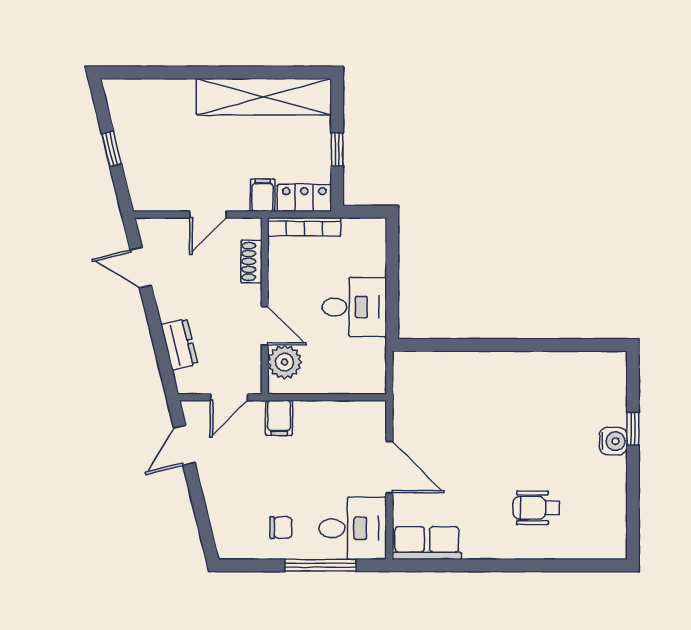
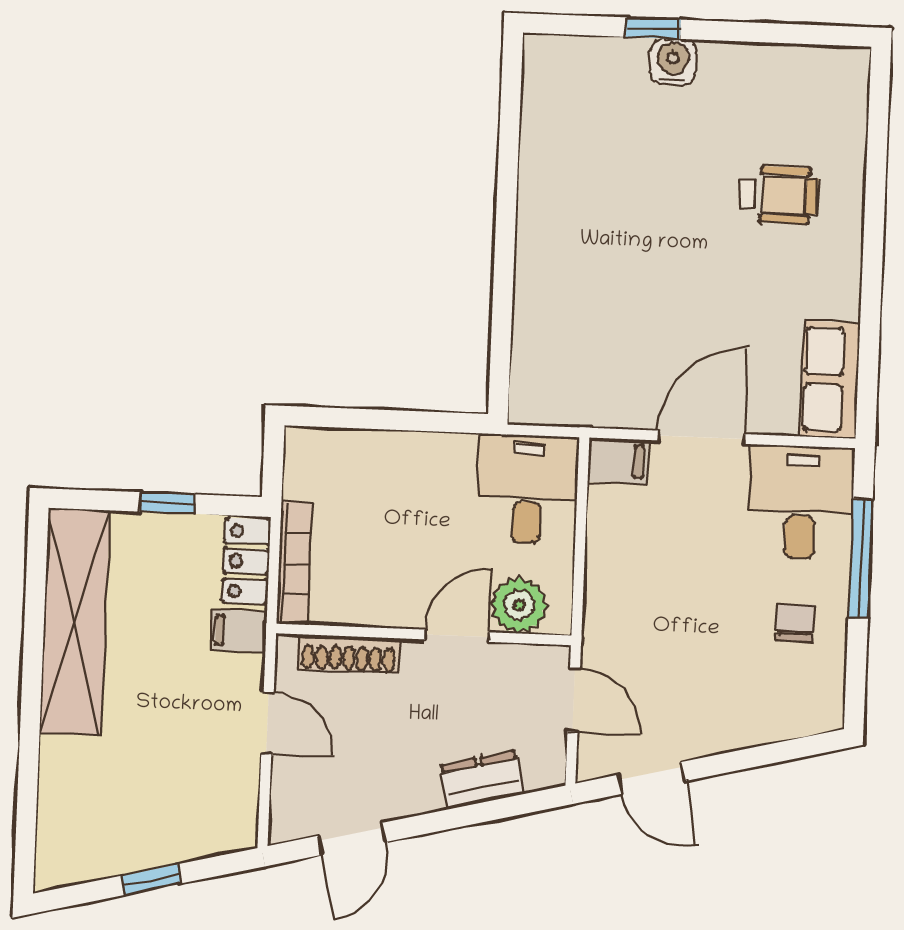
shoe rack: (251, 261) -> (349, 654), width x1.43
desk: (354, 307) -> (527, 489), moved
filing cabinet: (279, 418) -> (618, 461), moved
wheelchair: (536, 508) -> (779, 195), turned -90

